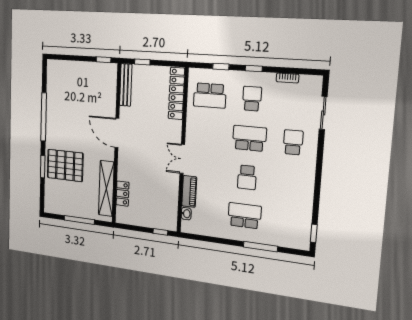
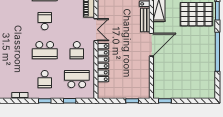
bench: (126, 85) -> (145, 20), moved, width x0.73
locker: (176, 93) -> (103, 63), moved
door: (117, 133) -> (151, 45), hinge flipped
school desk: (293, 142) -> (77, 50), moved

